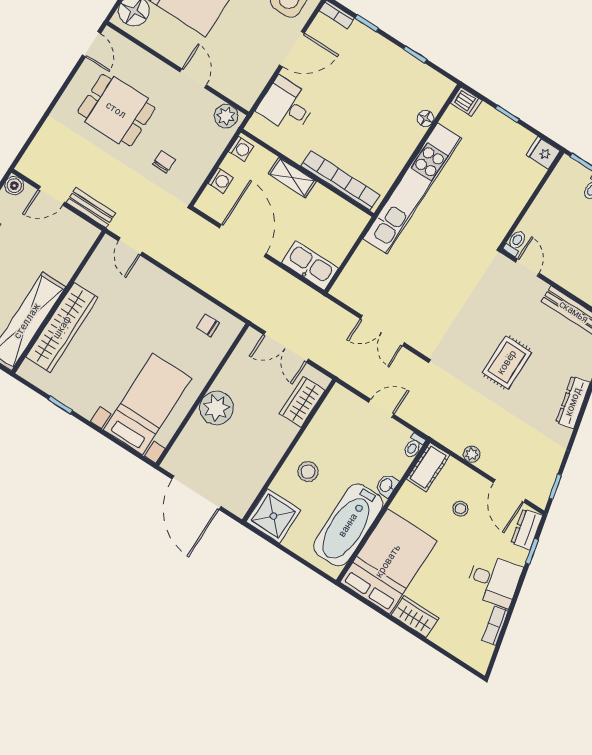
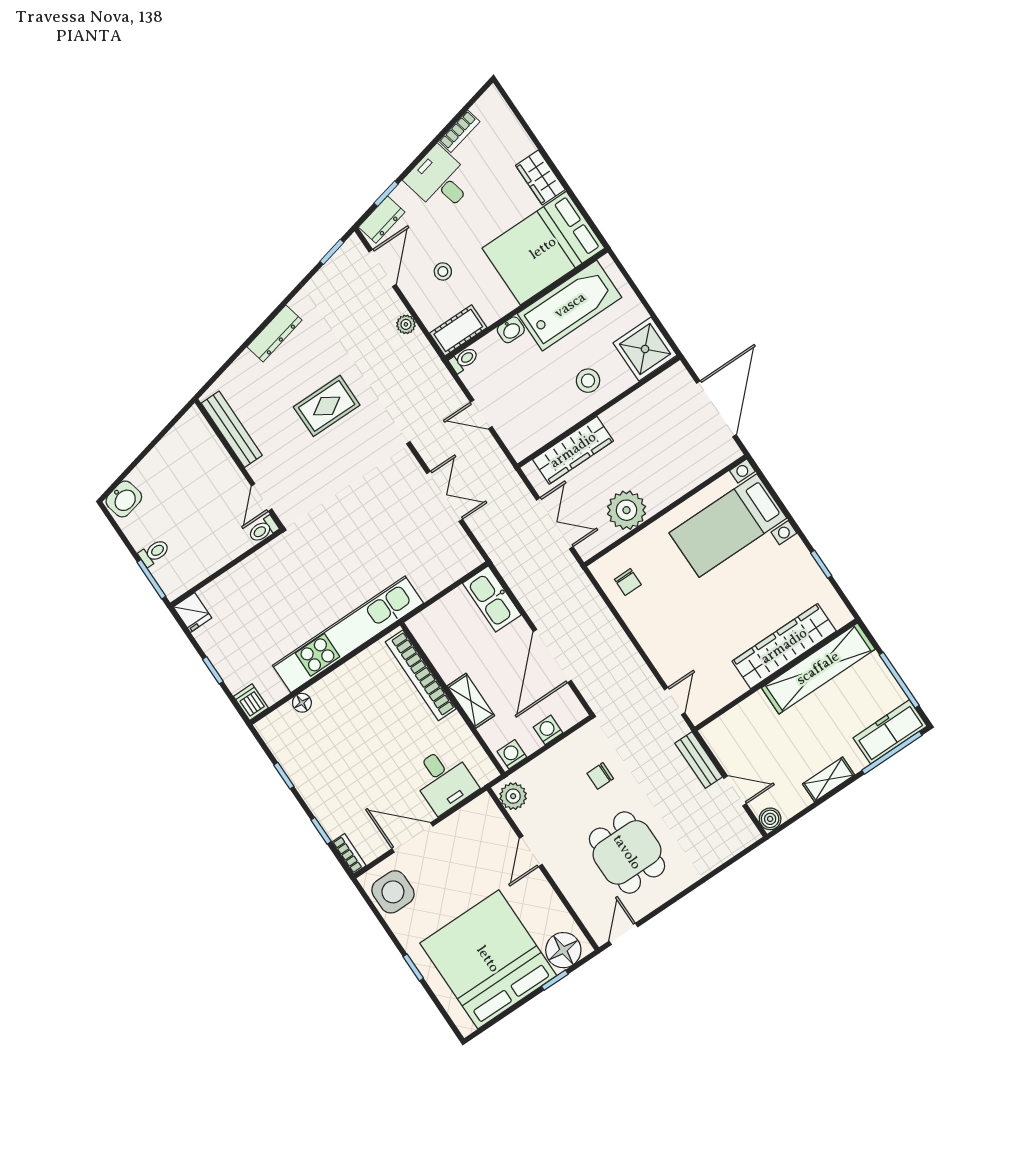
wardrobe: (302, 402) -> (573, 450), width x1.50
plant: (216, 408) -> (626, 510), moved

